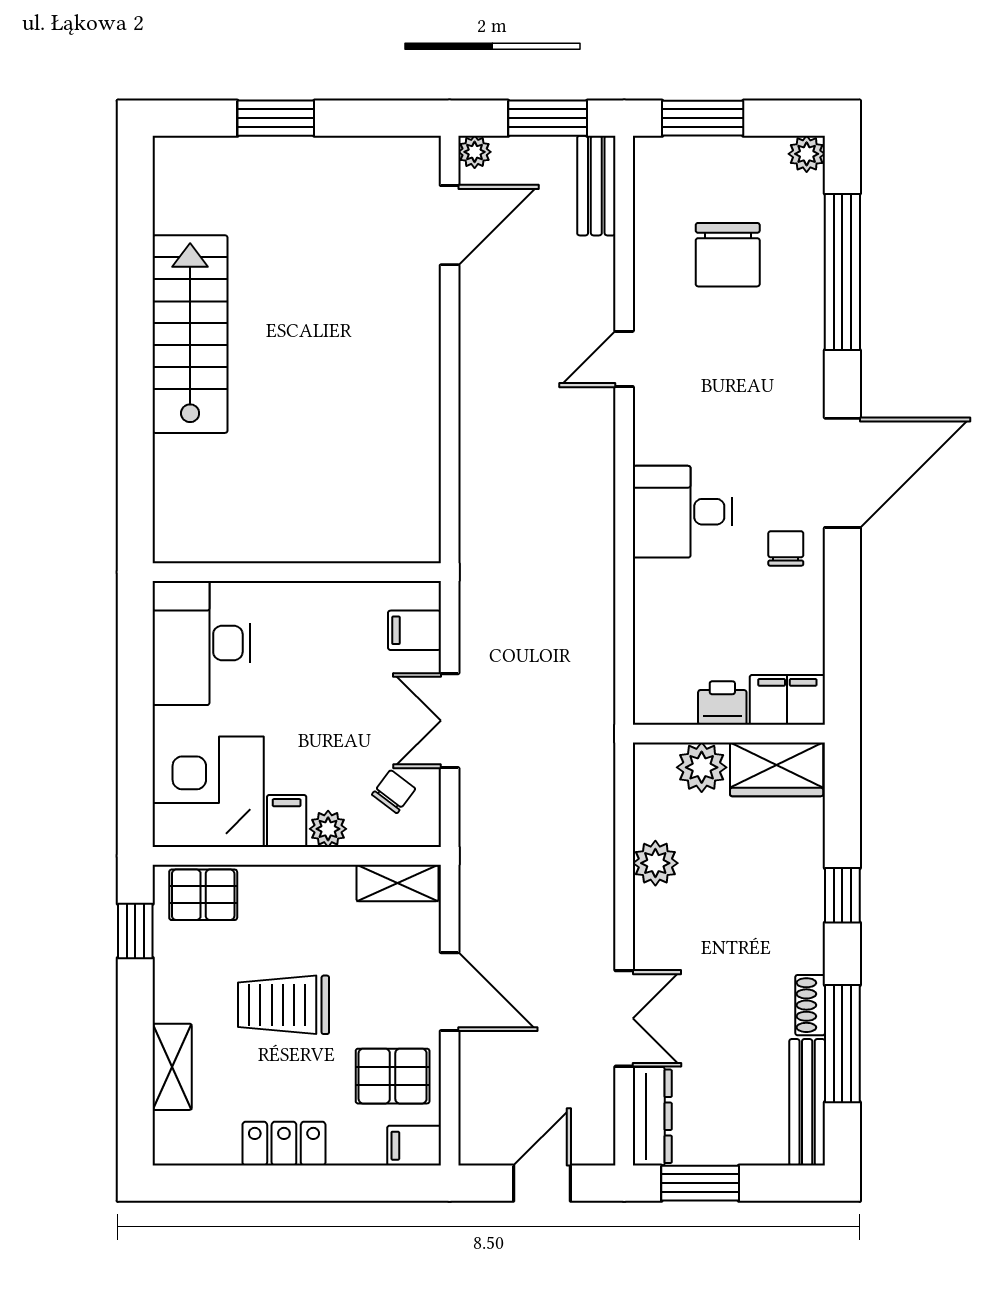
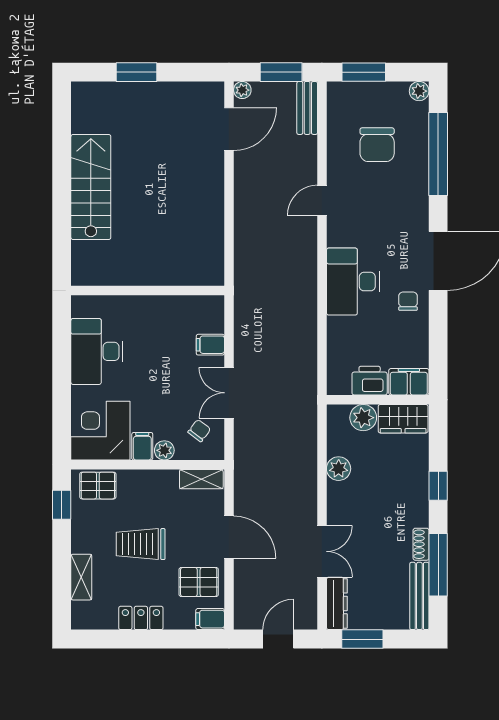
desk: (682, 512) -> (353, 282), width x1.37
wall: (297, 572) -> (148, 290), moved
printer: (722, 703) -> (370, 381), width x1.36, depth x1.24

